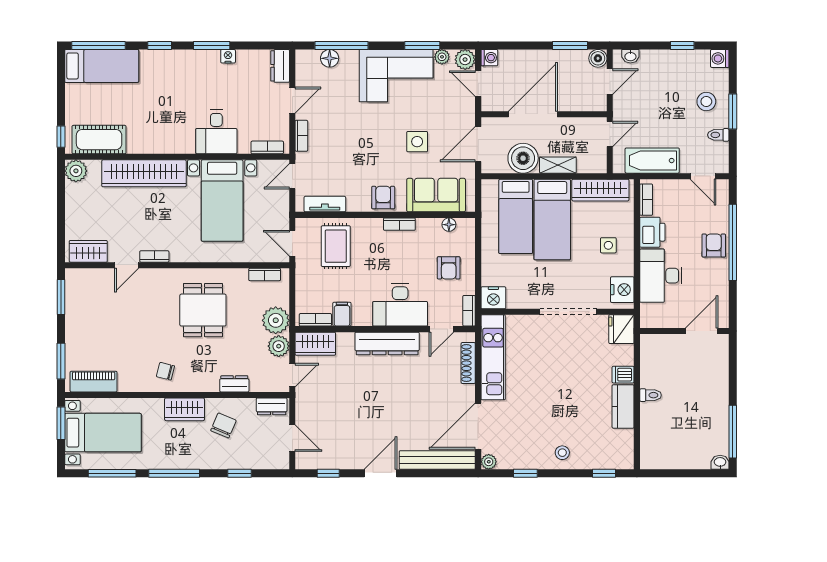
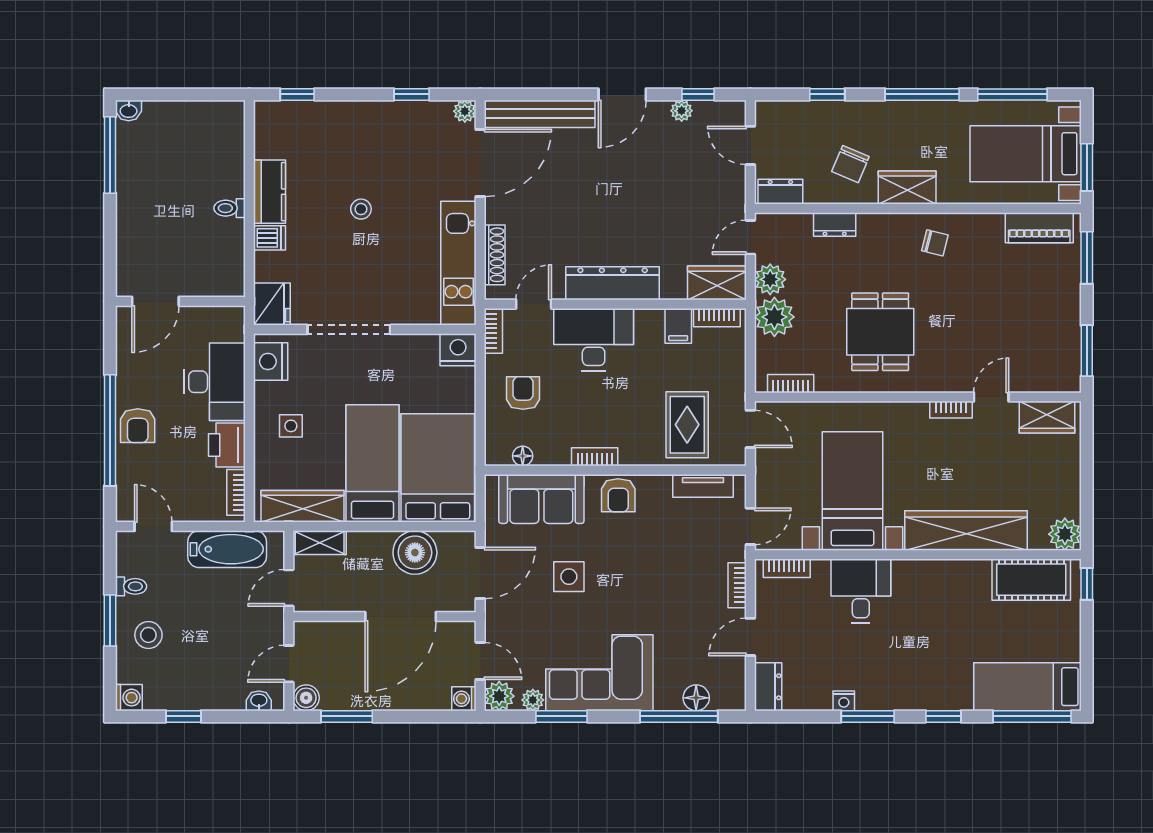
shelving: (558, 165) -> (320, 543), moved
bed: (516, 216) -> (438, 468), width x1.50
stool: (562, 453) -> (361, 209), moved
plant: (340, 462) -> (682, 111), added

